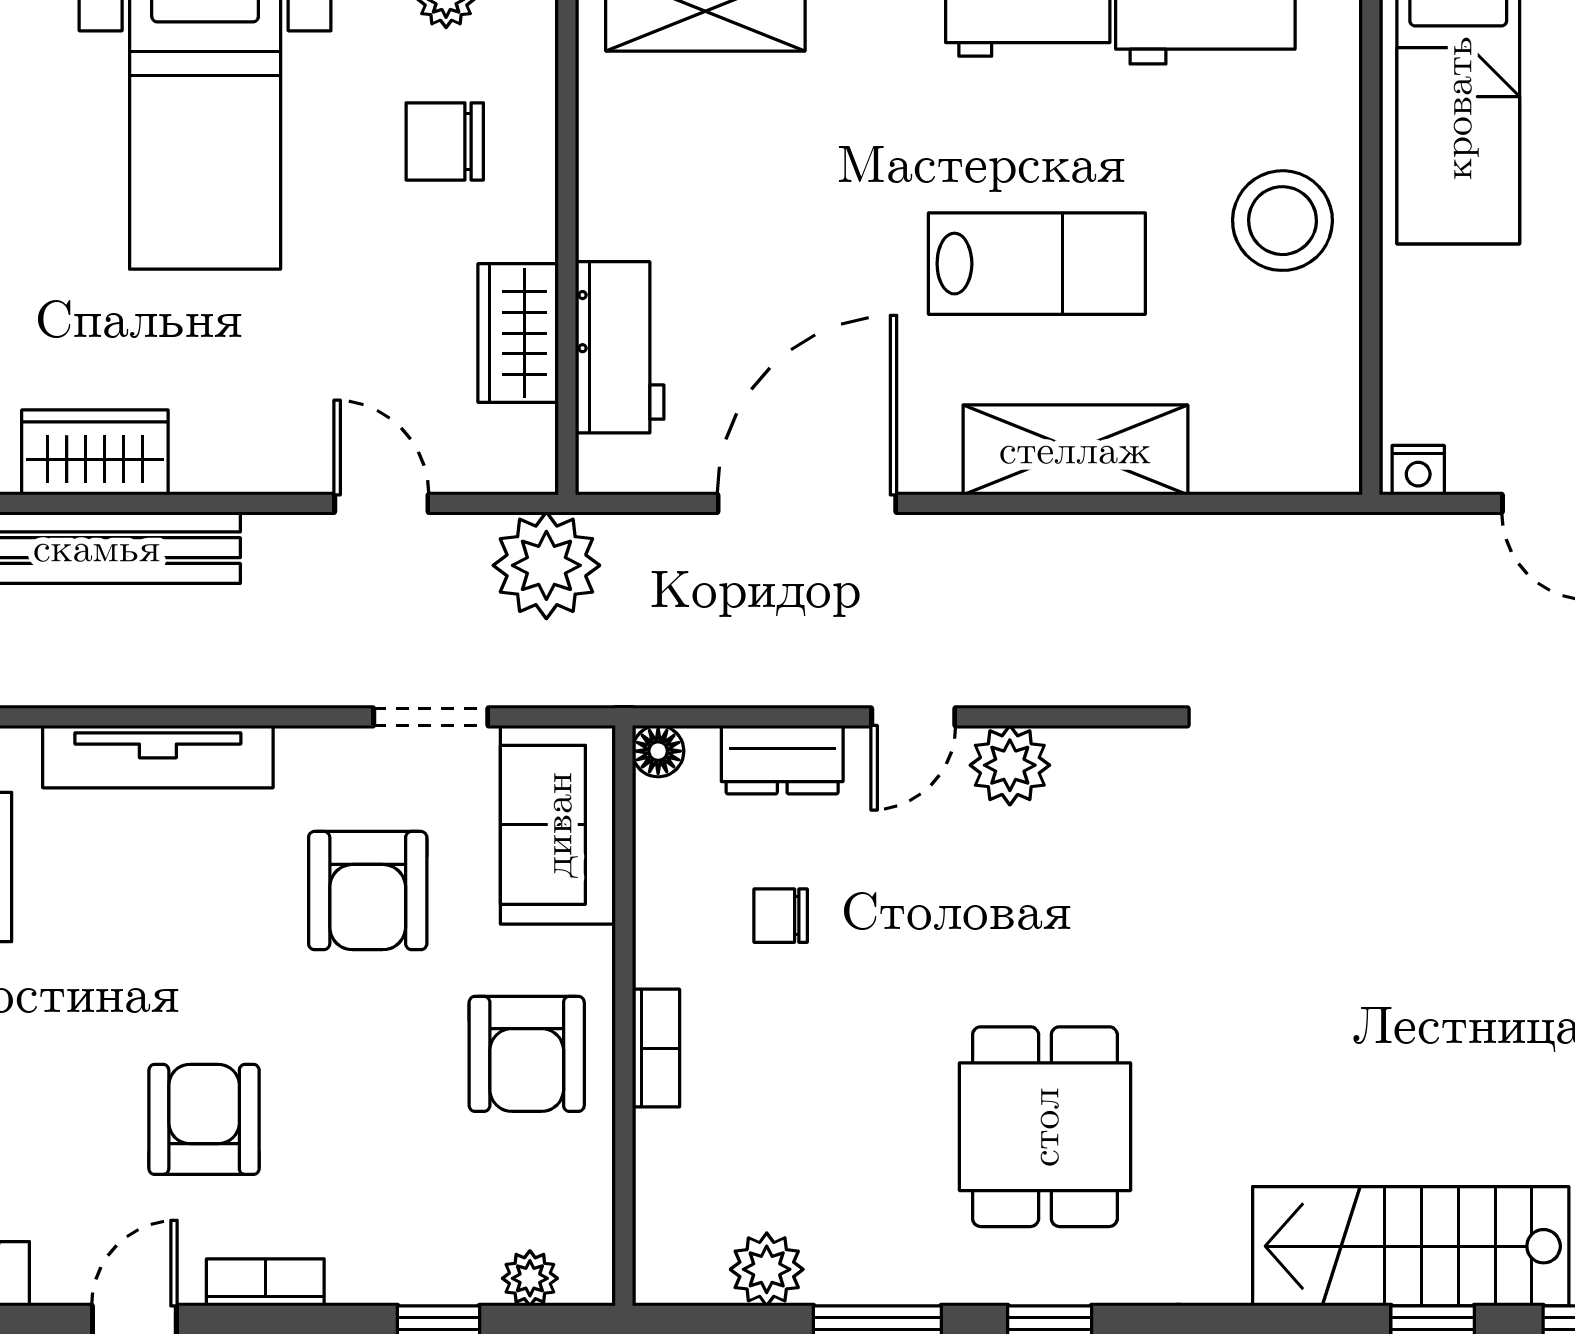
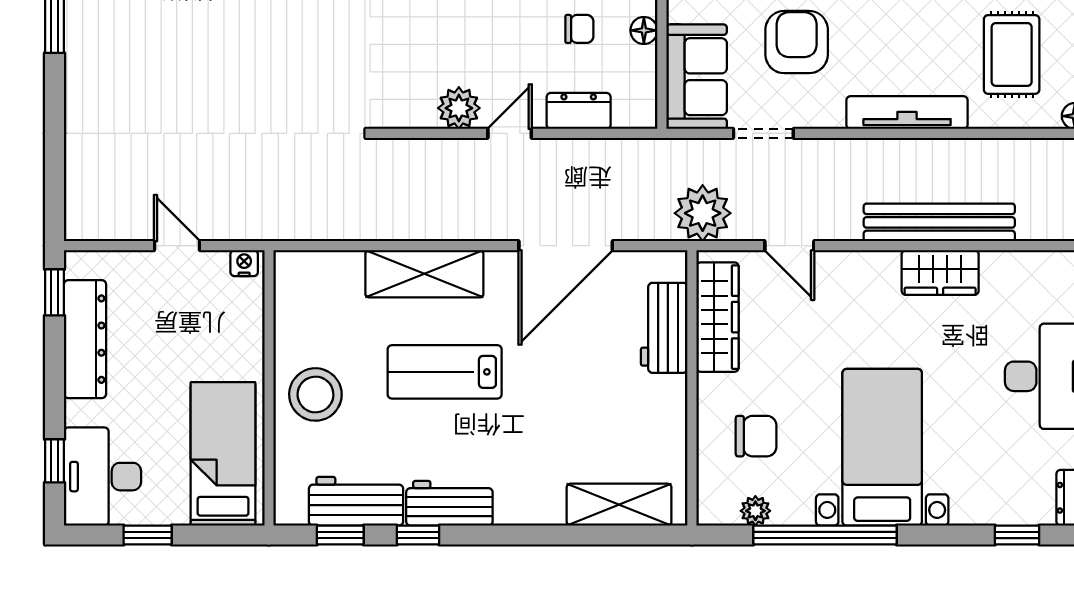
wardrobe: (518, 333) -> (717, 317), width x1.50
floor lamp: (658, 751) -> (644, 30), moved

